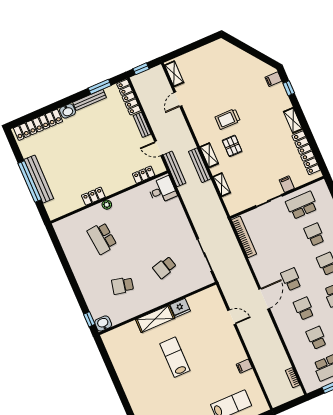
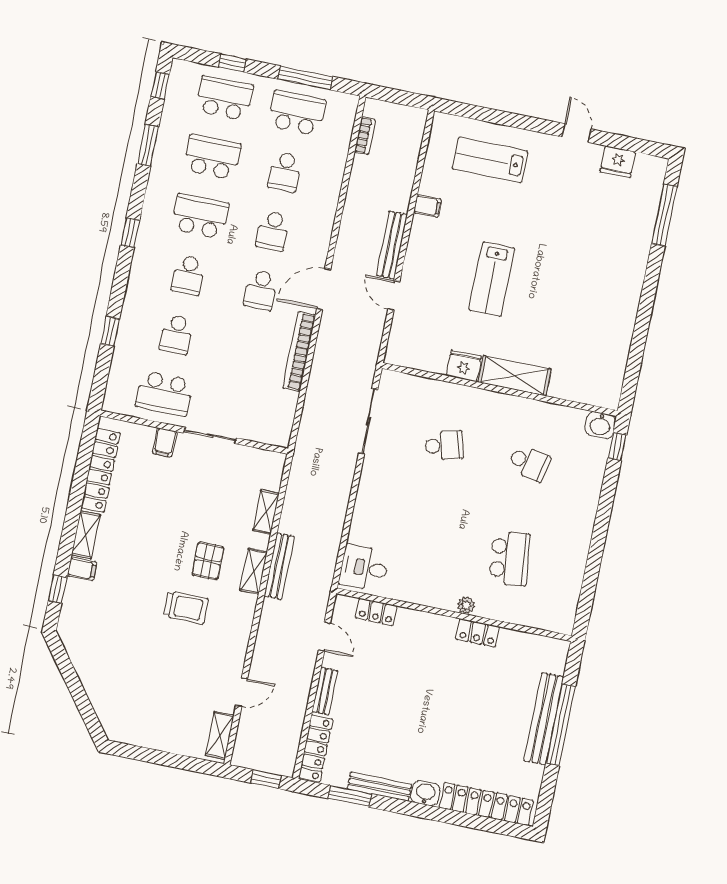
filing cabinet: (273, 79) -> (82, 569), moved
bench: (174, 169) -> (392, 245), moved
bookcase: (244, 237) -> (299, 351), moved
lab bench: (175, 357) -> (492, 279), moved

